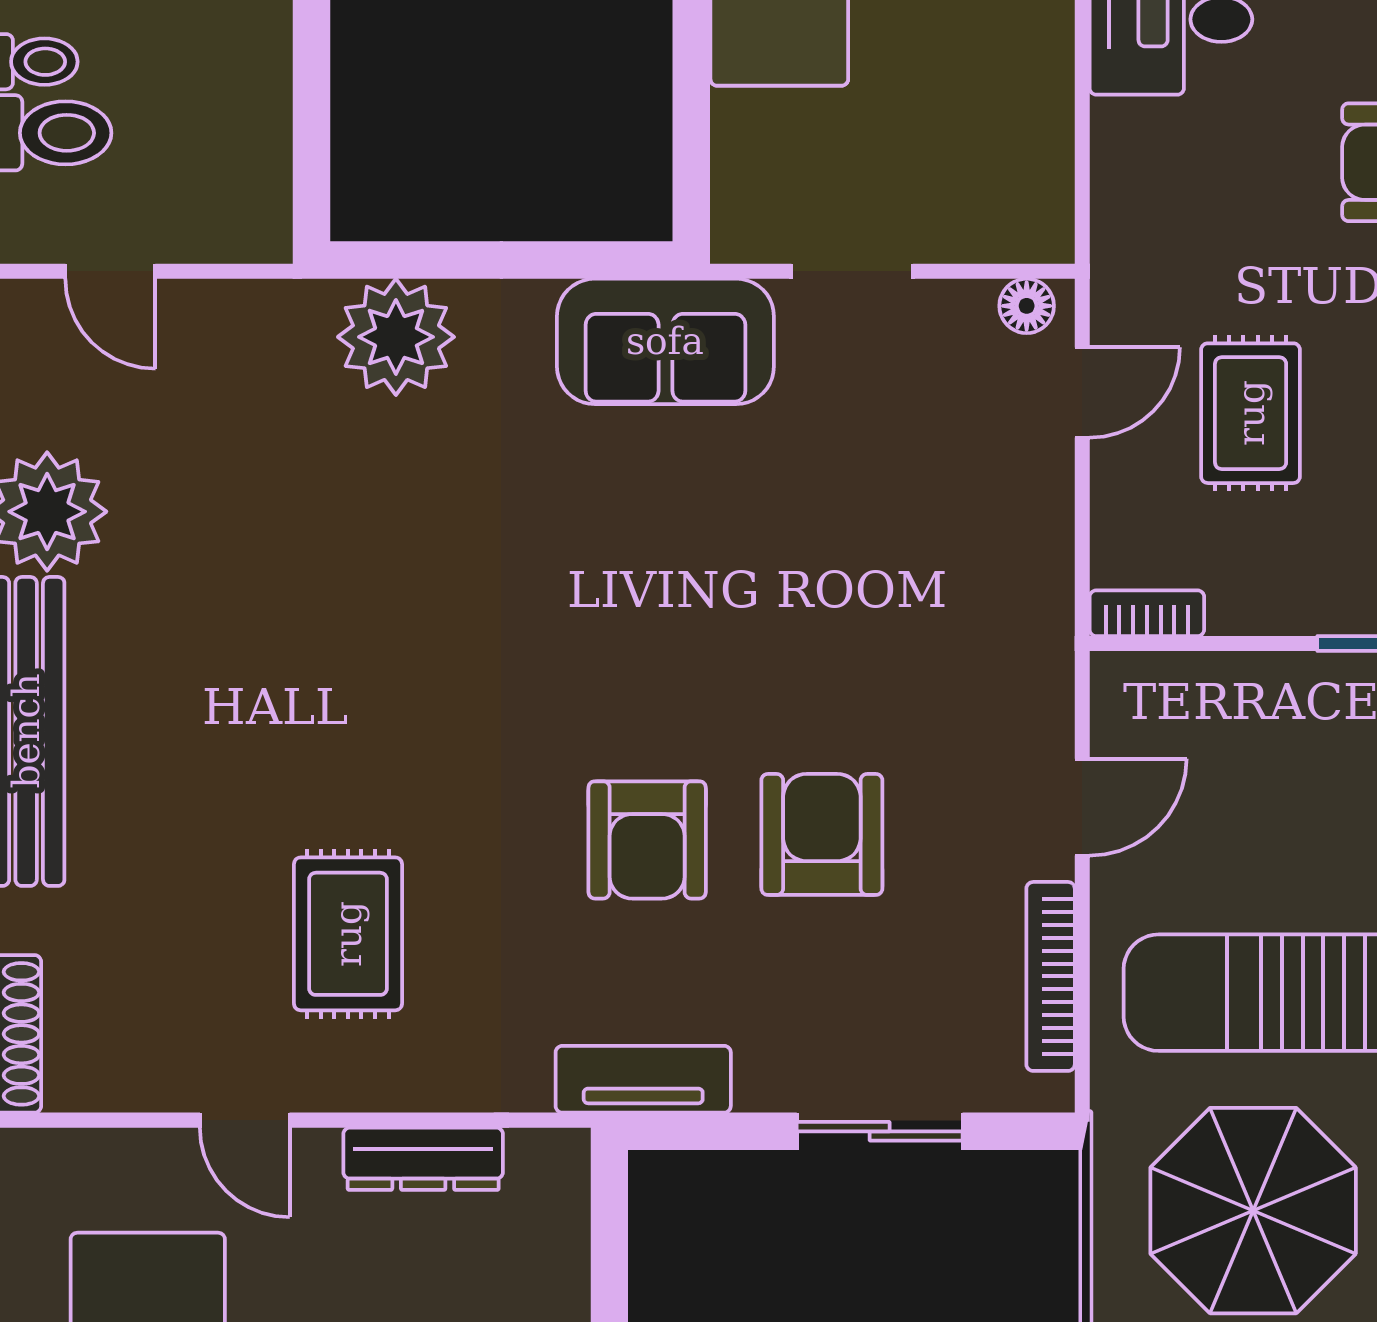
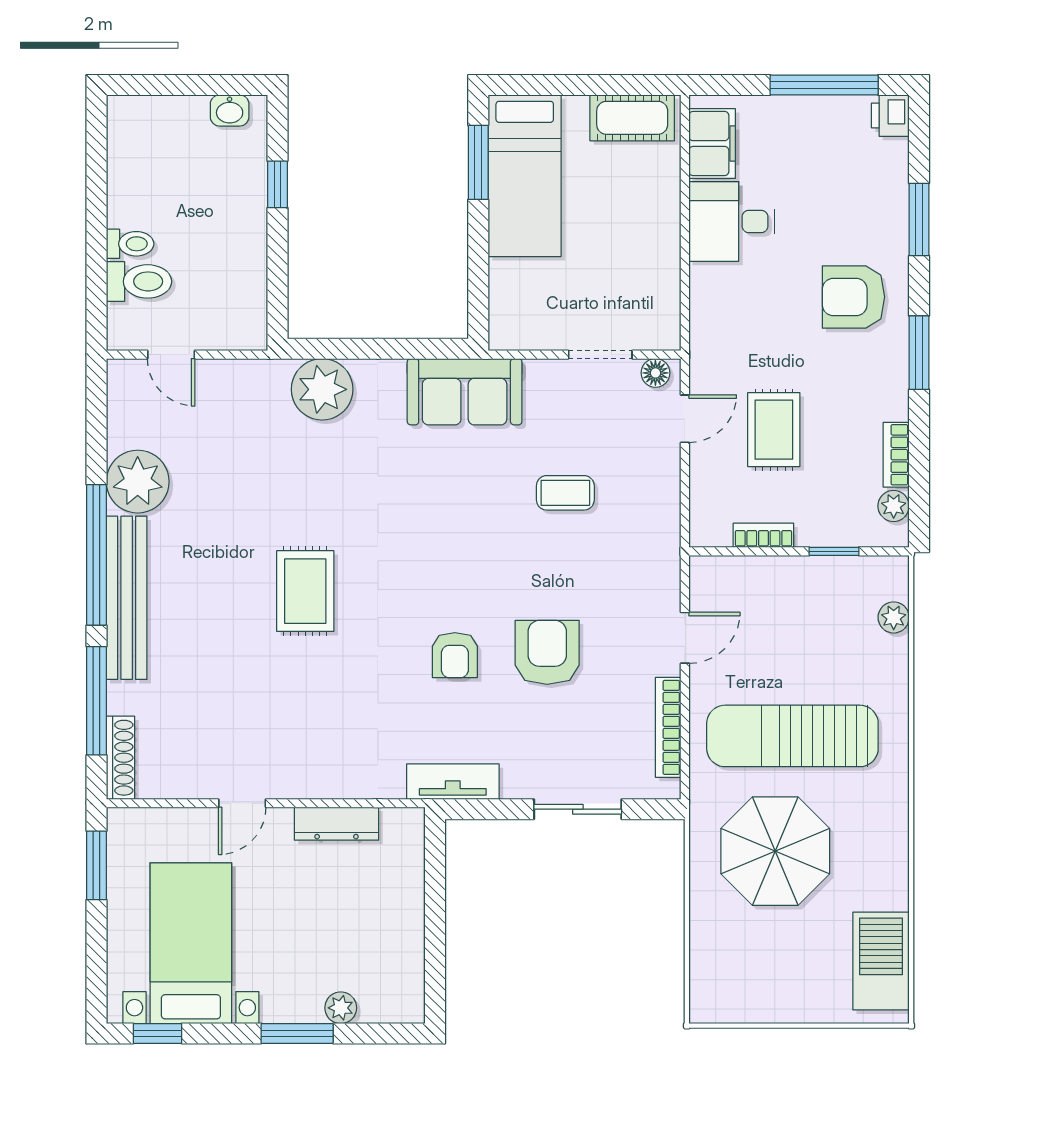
doorway: (852, 271) -> (600, 355), moved
coffee table: (856, 533) -> (565, 493), added
bookcase: (1147, 613) -> (763, 535), moved
armchair: (647, 840) -> (455, 655), width x0.72, depth x0.72
rug: (348, 934) -> (305, 591), moved
door: (245, 1120) -> (242, 803), hinge flipped

